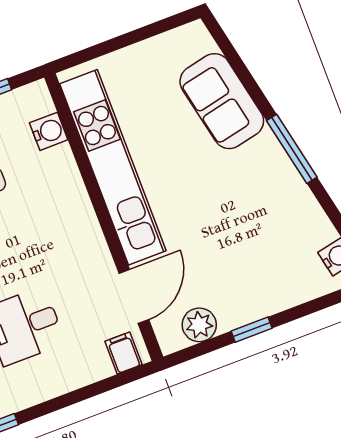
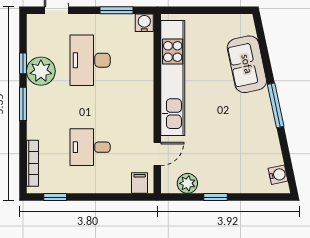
water cooler: (49, 131) -> (144, 23), moved, turned -90
door: (134, 296) -> (157, 154), width x0.73

